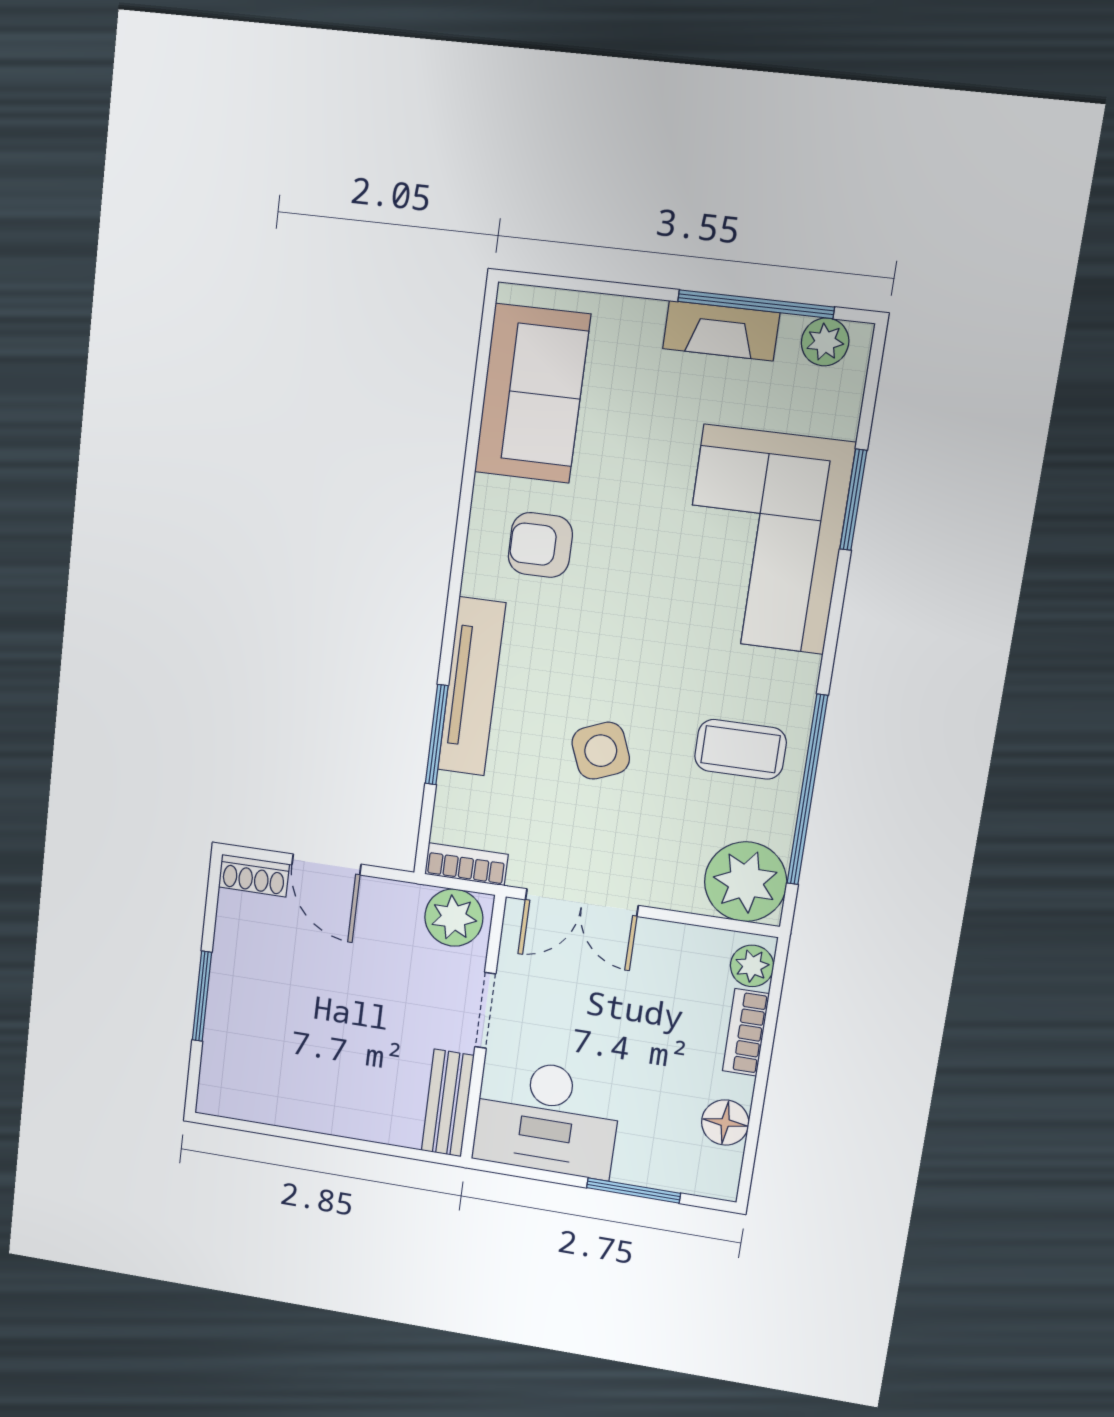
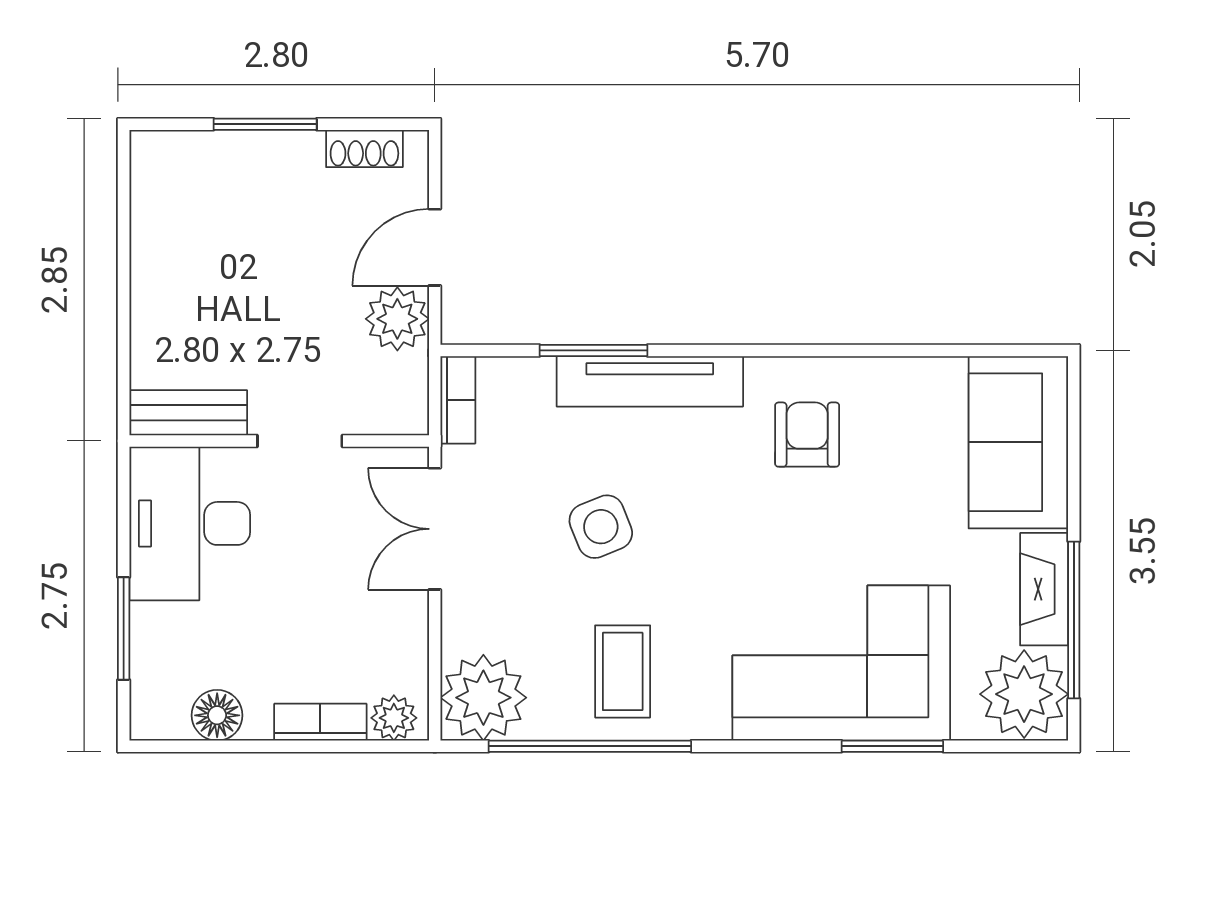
plant: (825, 342) -> (1024, 694), width x1.87, depth x1.87
sofa: (532, 394) -> (1018, 442), moved, turned 90
shoe rack: (254, 876) -> (364, 148), moved, turned -90
plant: (454, 918) -> (397, 319), moved

